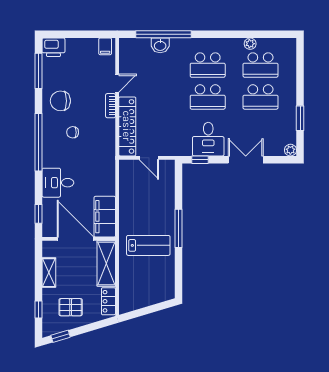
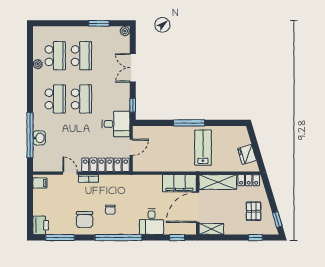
desk: (208, 139) -> (116, 124), moved
shelving: (49, 273) -> (211, 229), moved
fridge: (140, 299) -> (247, 154), added

